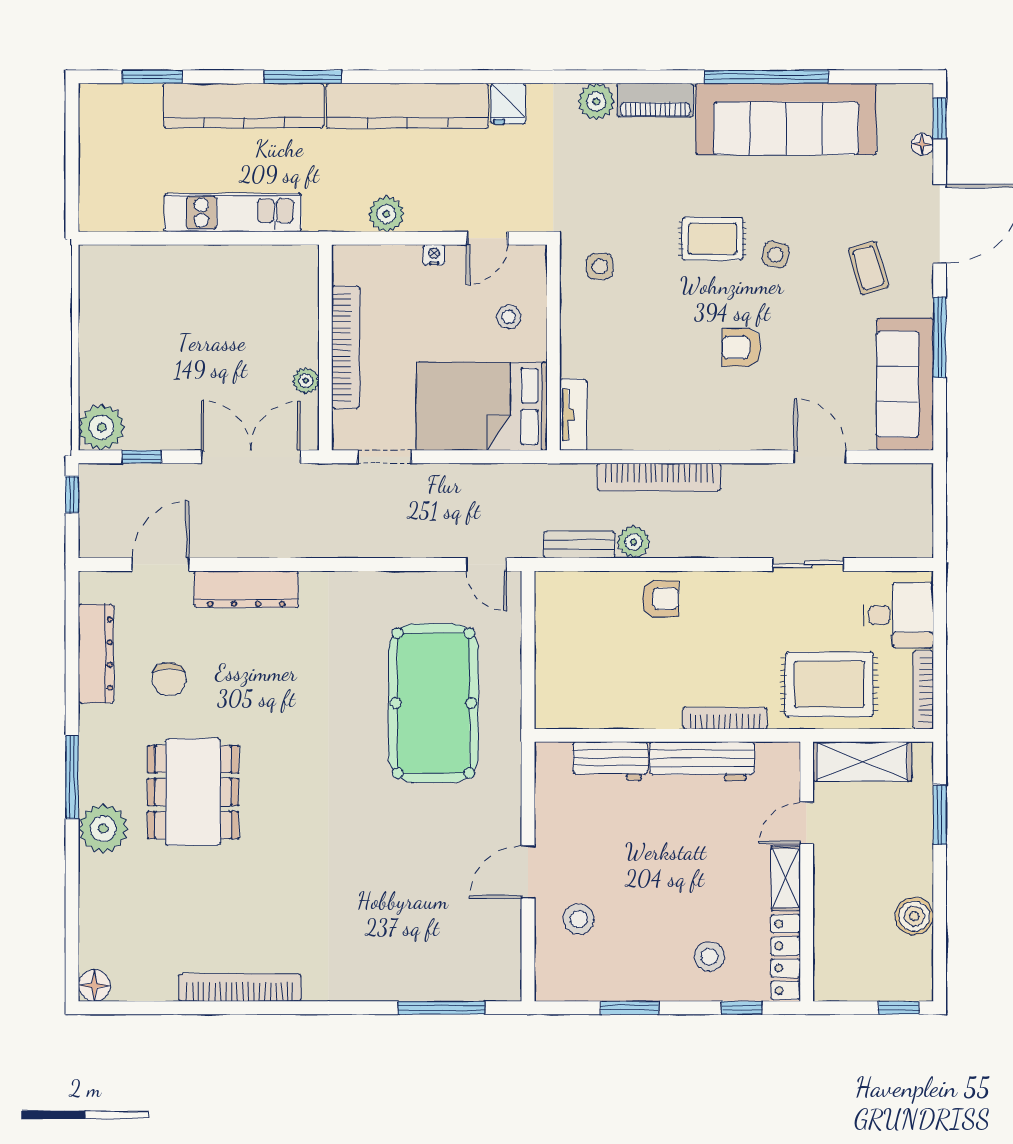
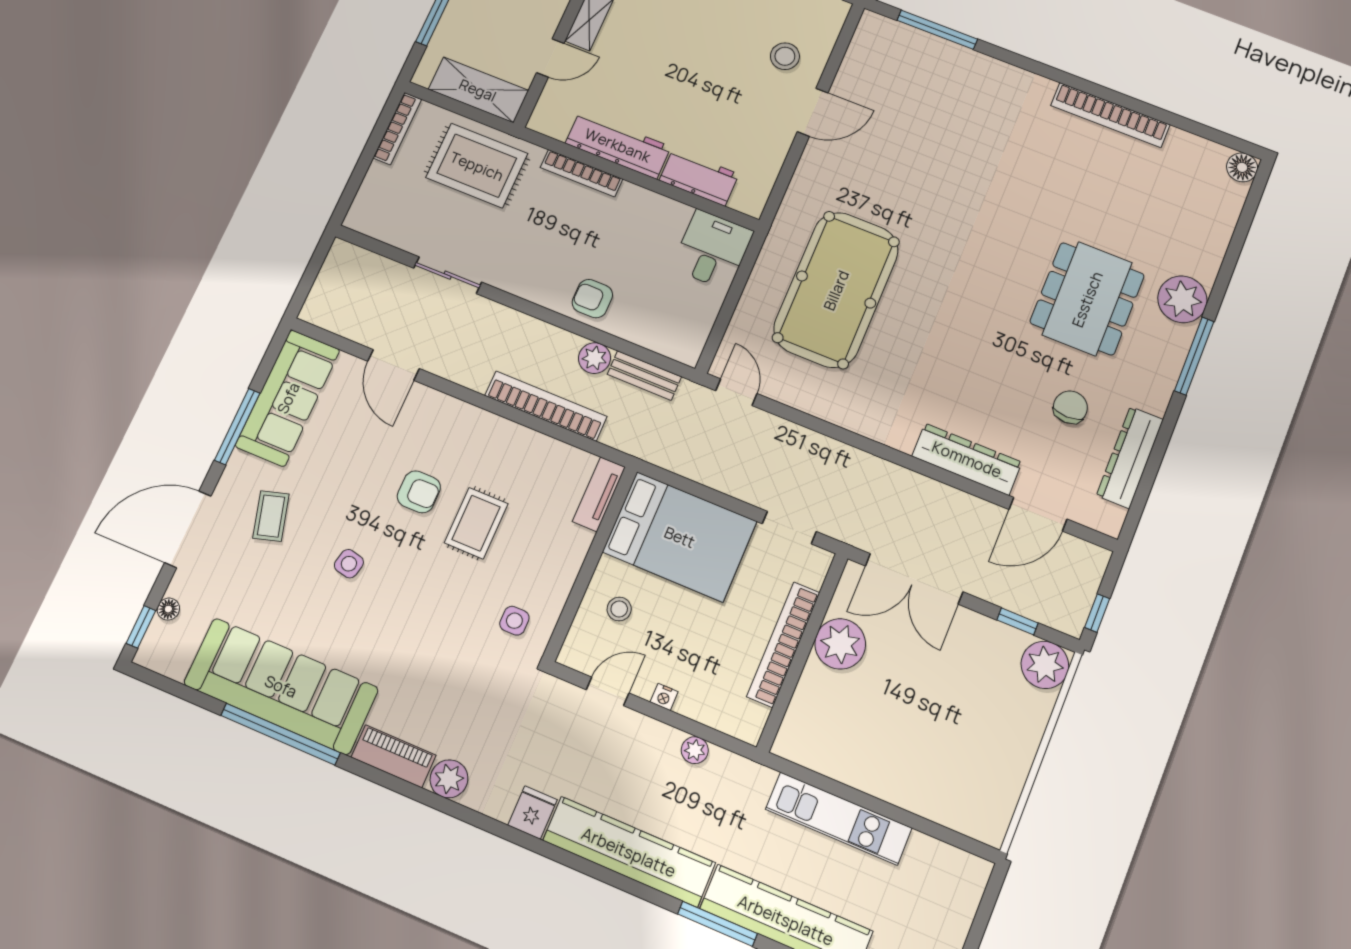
plant: (386, 214) -> (695, 750), width x0.73, depth x0.73
rug: (713, 239) -> (476, 523), moved, turned 90
plant: (306, 381) -> (840, 644), width x1.88, depth x1.88
desk: (898, 615) -> (712, 250), moved, turned 90

